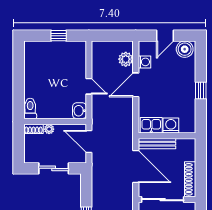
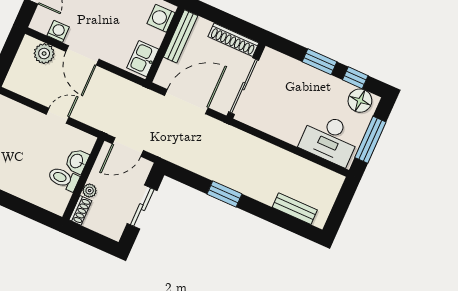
toilet: (30, 108) -> (63, 179), moved
washbasin: (79, 111) -> (77, 161), moved, turned 90
washing machine: (171, 126) -> (161, 18), moved
bench: (157, 144) -> (181, 36), moved

